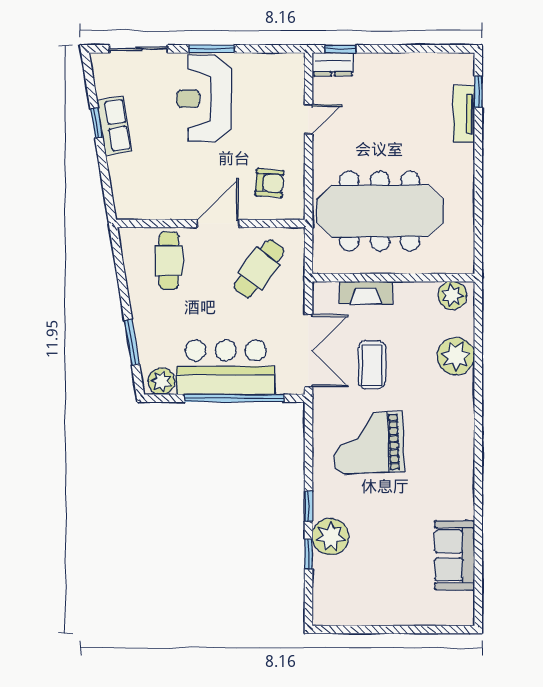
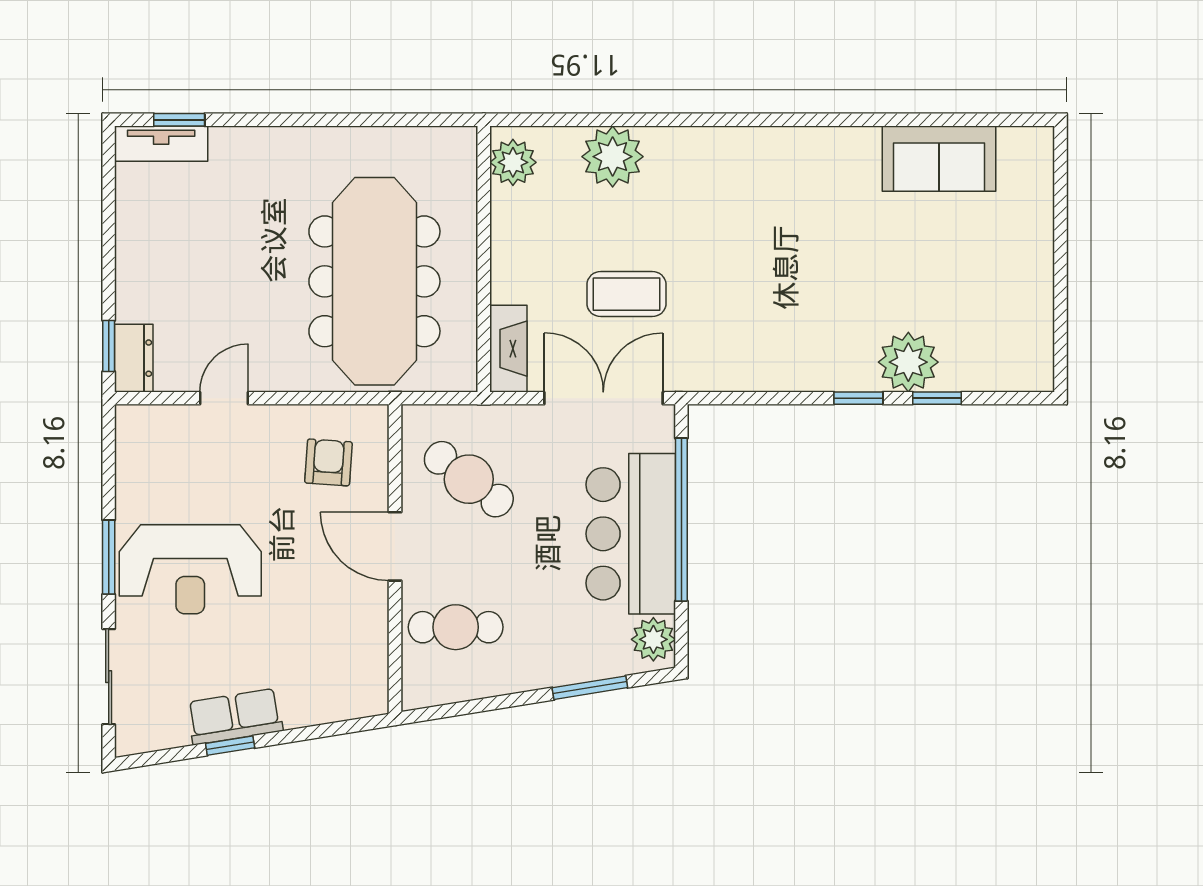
tv unit: (464, 114) -> (161, 144), moved
door: (308, 119) -> (224, 398), hinge flipped
fireplace: (366, 293) -> (508, 349), moved
grand piano: (369, 443) -> (754, 299), removed

